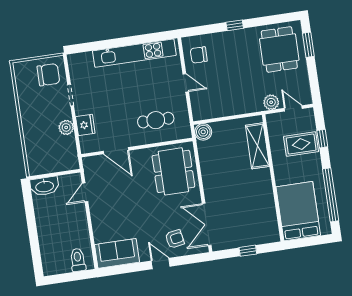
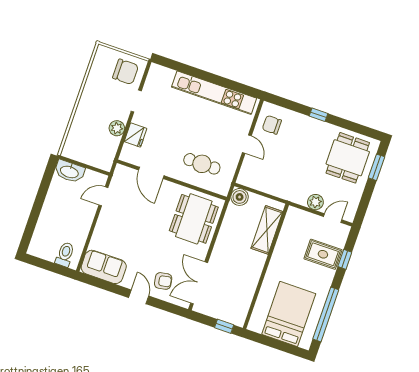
door: (293, 108) -> (333, 218), hinge flipped
shelving: (257, 146) -> (267, 230), moved
wall: (273, 178) -> (266, 266), moved

